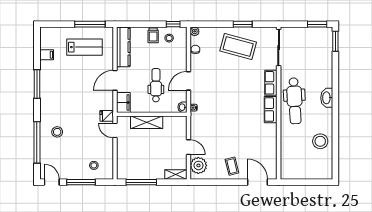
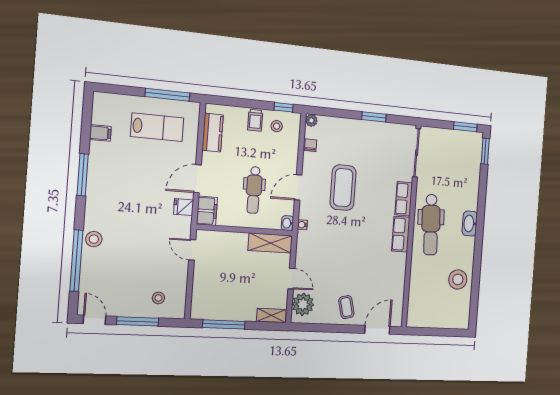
coffee table: (238, 46) -> (343, 188), moved, turned 75
kitchen counter: (123, 47) -> (213, 133), width x0.67
dental chair: (156, 85) -> (254, 190), turned 180
fridge: (107, 116) -> (184, 207), moved
shelving: (147, 122) -> (270, 243), moved
stool: (57, 132) -> (94, 239), moved
door: (258, 182) -> (377, 330), hinge flipped

